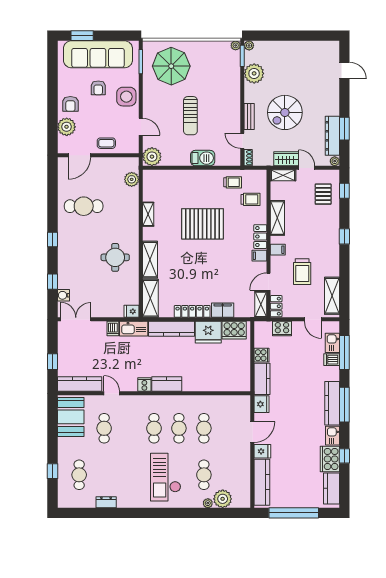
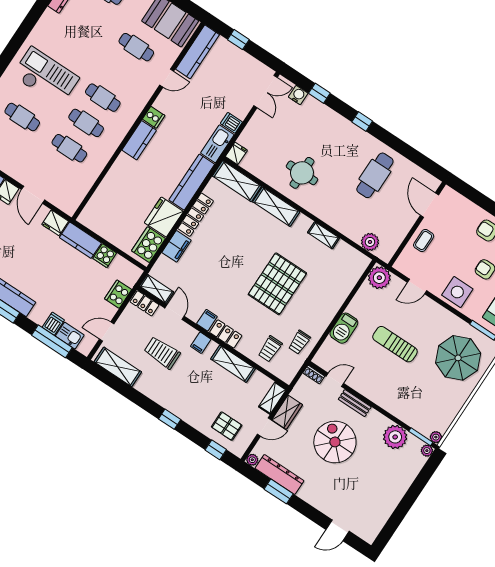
plant: (67, 127) -> (467, 211), removed

